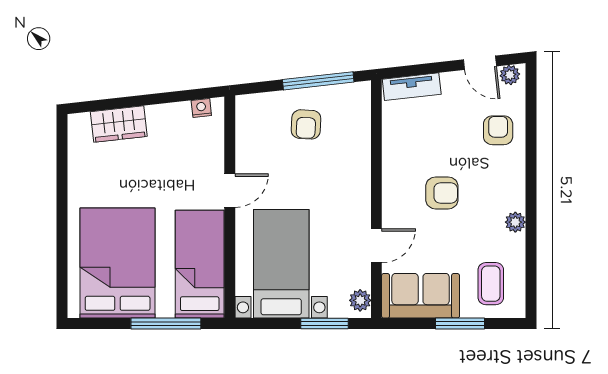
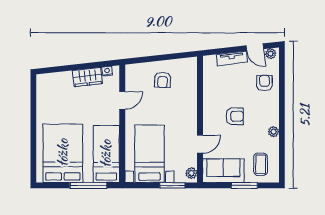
window: (318, 81) -> (169, 57), removed
tv unit: (412, 87) -> (232, 58), moved
wardrobe: (119, 124) -> (87, 77), moved
door: (230, 191) -> (122, 100), moved

